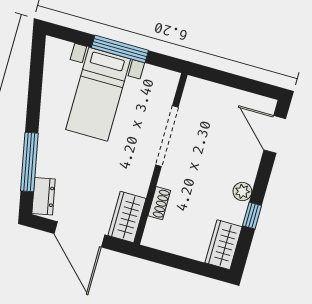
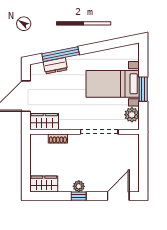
window: (120, 49) -> (143, 89), width x0.69
plant: (155, 78) -> (132, 115), added
dresser: (44, 196) -> (55, 66), moved
window: (252, 216) -> (79, 196), moved

